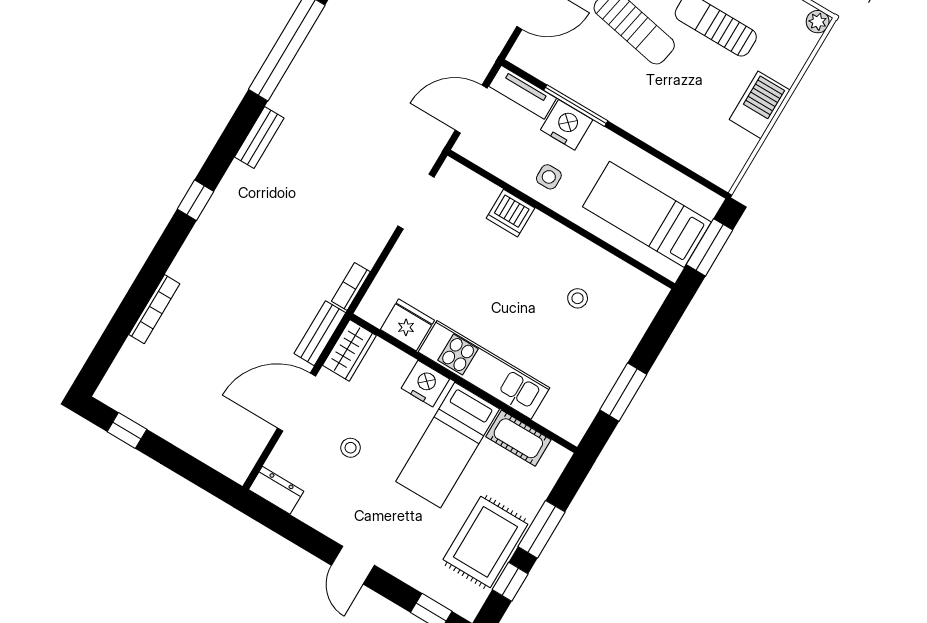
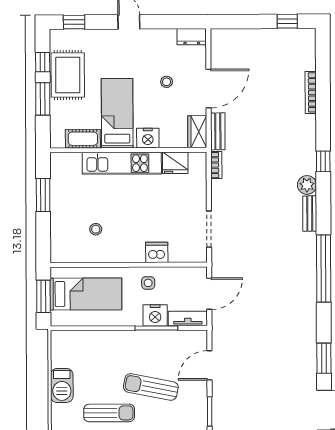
plant: (239, 181) -> (307, 185), added

